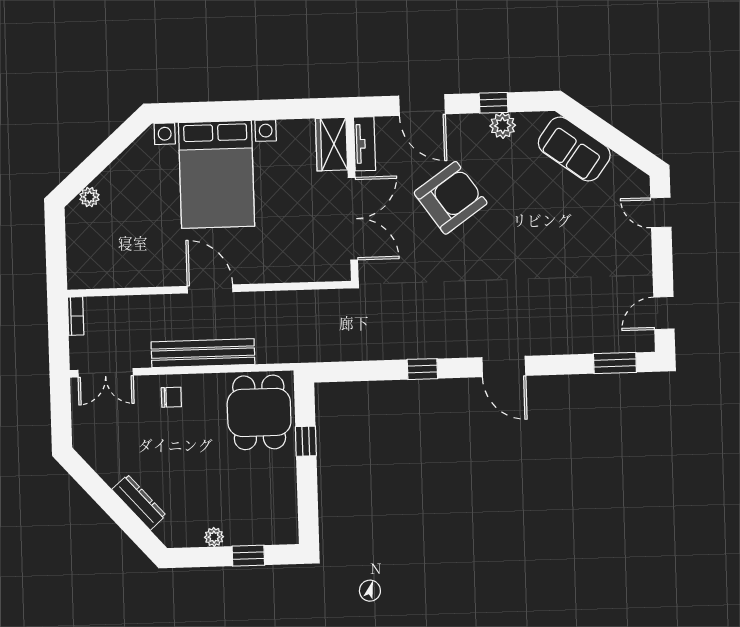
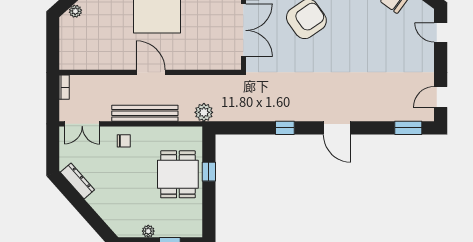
plant: (295, 349) -> (204, 112), added
dining table: (259, 412) -> (178, 174), moved
dresser: (139, 502) -> (77, 181), moved

